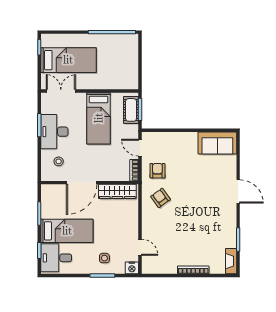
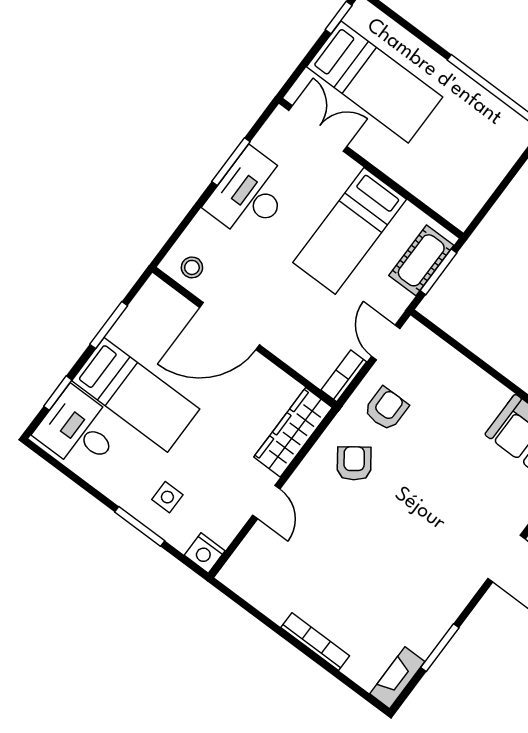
stool: (59, 161) -> (192, 267), moved
wardrobe: (117, 191) -> (293, 432), moved, turned 90
door: (140, 247) -> (266, 502), moved

